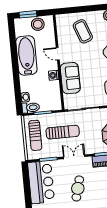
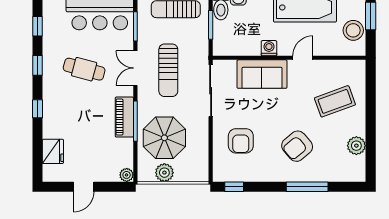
sun lounger: (63, 132) -> (168, 70), moved
double door: (74, 157) -> (135, 68), swing flipped

